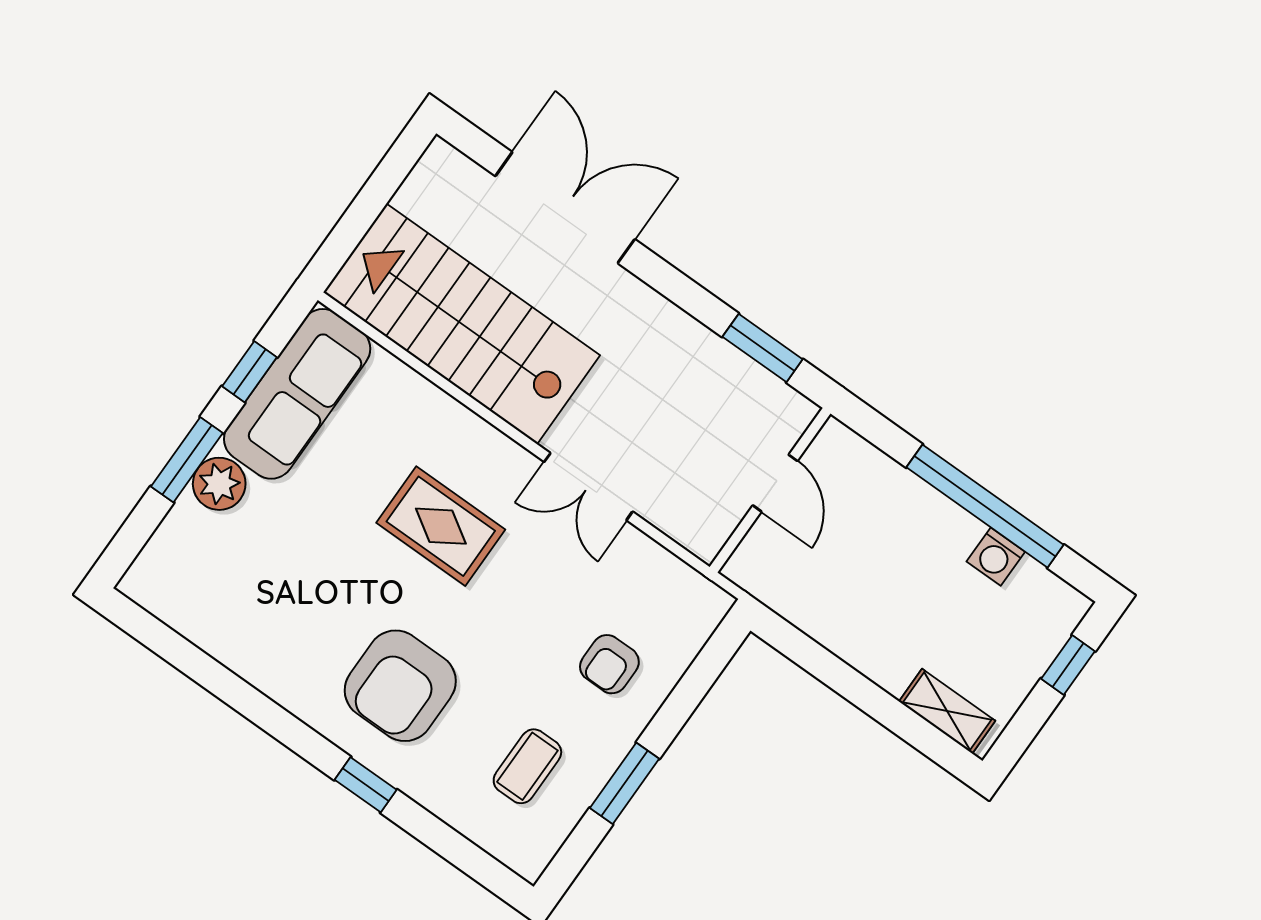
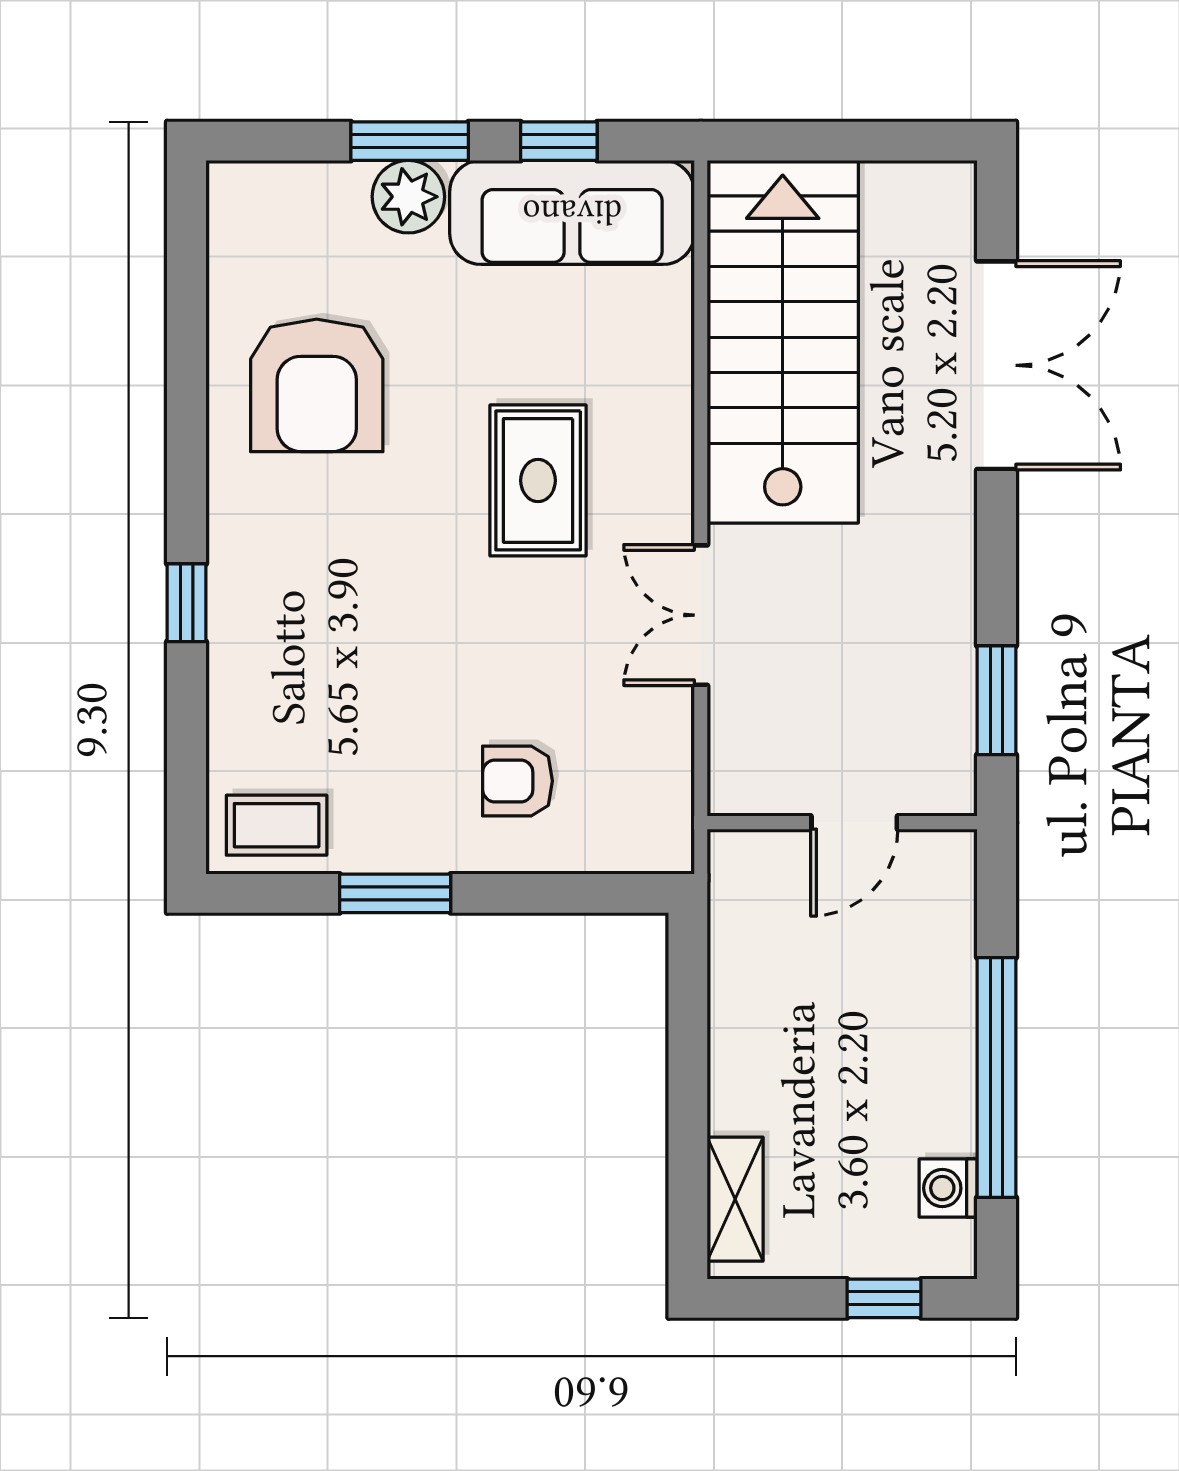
washing machine: (996, 557) -> (948, 1188), moved
armchair: (400, 686) -> (317, 385), moved, turned -90
coffee table: (527, 766) -> (277, 825), moved

